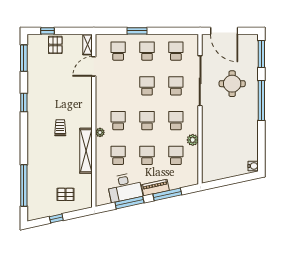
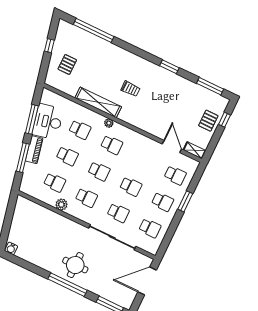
pallet: (55, 45) -> (208, 121), turned 90
round table: (232, 84) -> (75, 265), moved

